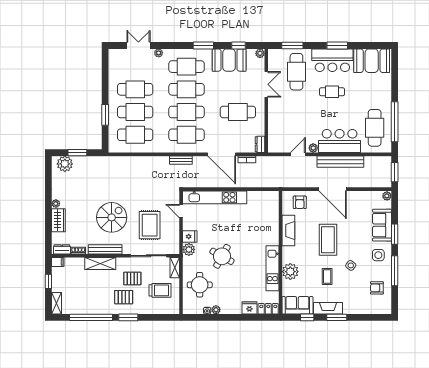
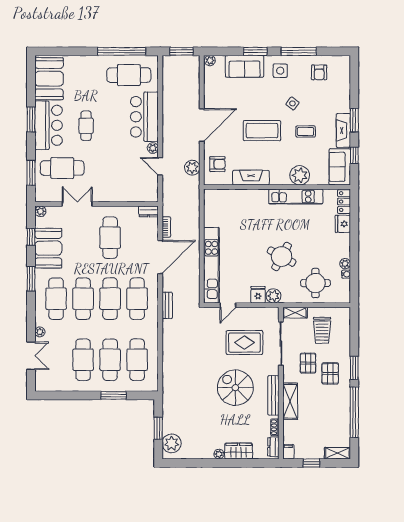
double door: (138, 45) -> (31, 356), swing flipped
bench: (340, 162) -> (169, 116), removed
plant: (297, 181) -> (192, 168), added
trolley: (160, 290) -> (322, 330), turned 180

